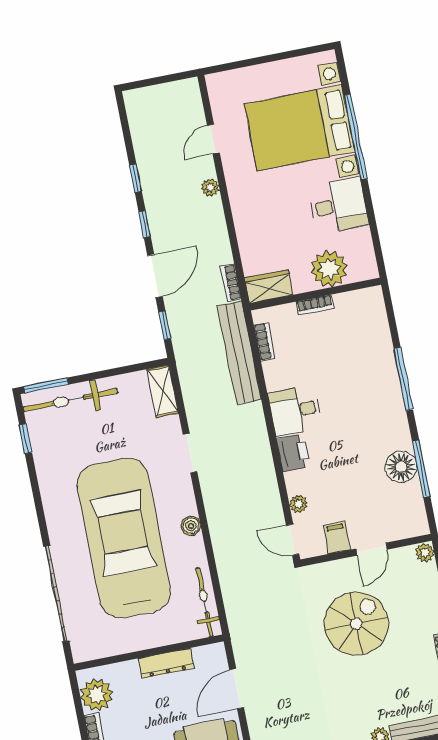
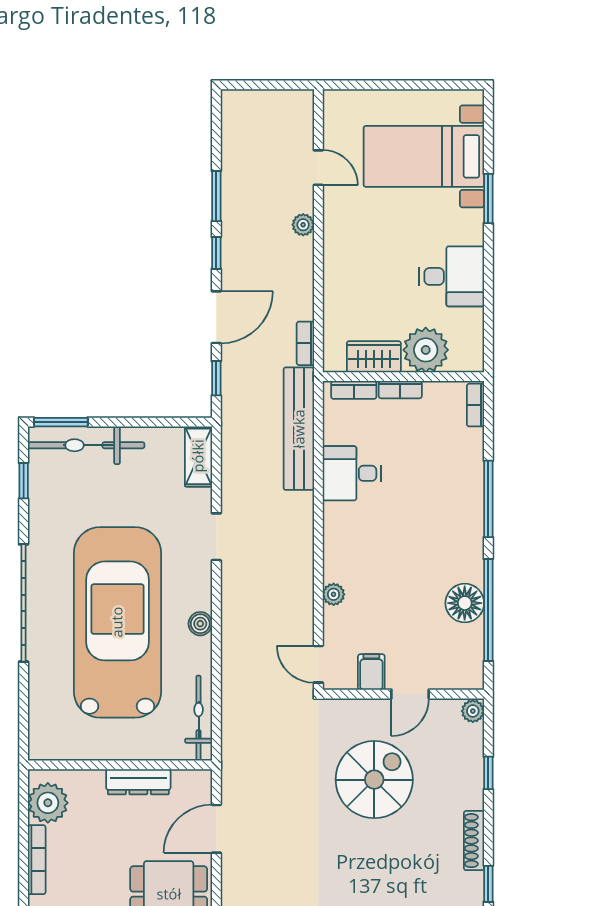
bed with nightstands: (300, 128) -> (424, 156), width x0.73
window: (355, 137) -> (488, 199), width x0.47
door: (213, 139) -> (318, 168), swing flipped
window: (136, 178) -> (216, 196), width x1.50
wardrobe: (269, 287) -> (374, 357), moved
bookcase: (378, 305) -> (475, 405), added
bookcase: (265, 342) -> (354, 390), moved, turned 90
desk: (295, 411) -> (352, 473), moved
printer: (293, 453) -> (339, 561), removed
window: (421, 469) -> (488, 610), width x1.46
plant: (298, 504) -> (334, 594), moved
garage door: (56, 594) -> (24, 603), moved

